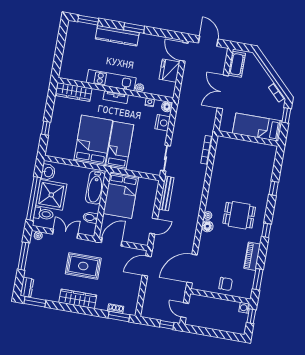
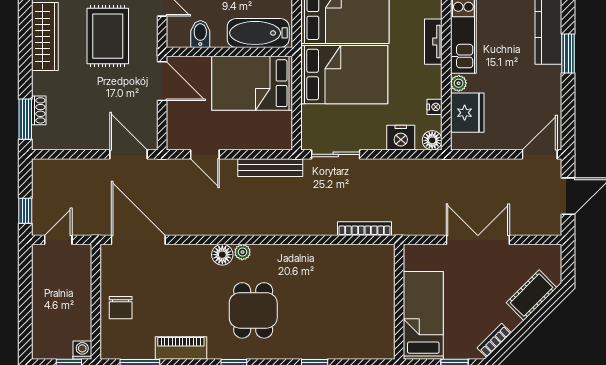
cot: (237, 64) -> (531, 295), moved, turned -45
fridge: (169, 71) -> (467, 113), moved, turned 90
bed: (120, 146) -> (344, 75), width x1.50

